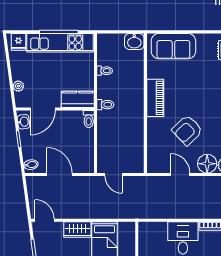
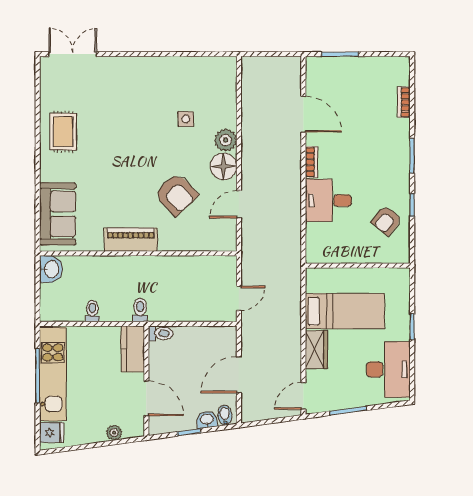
washbasin: (24, 122) -> (207, 420), moved

